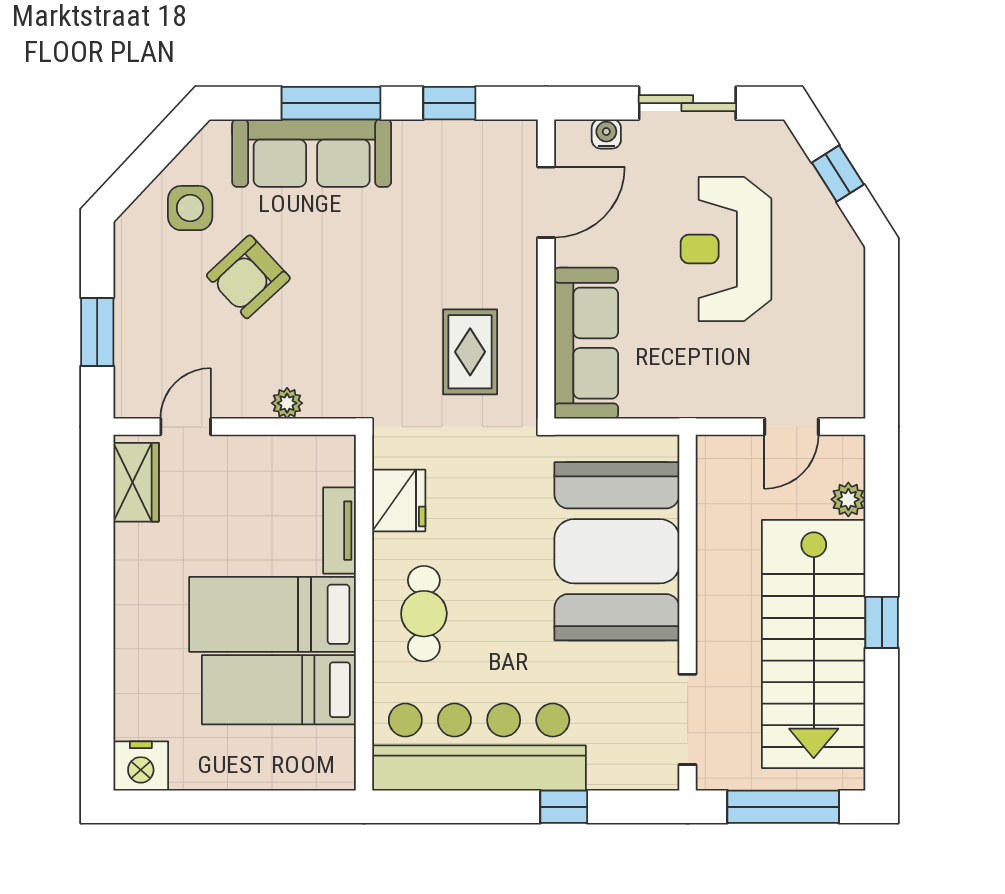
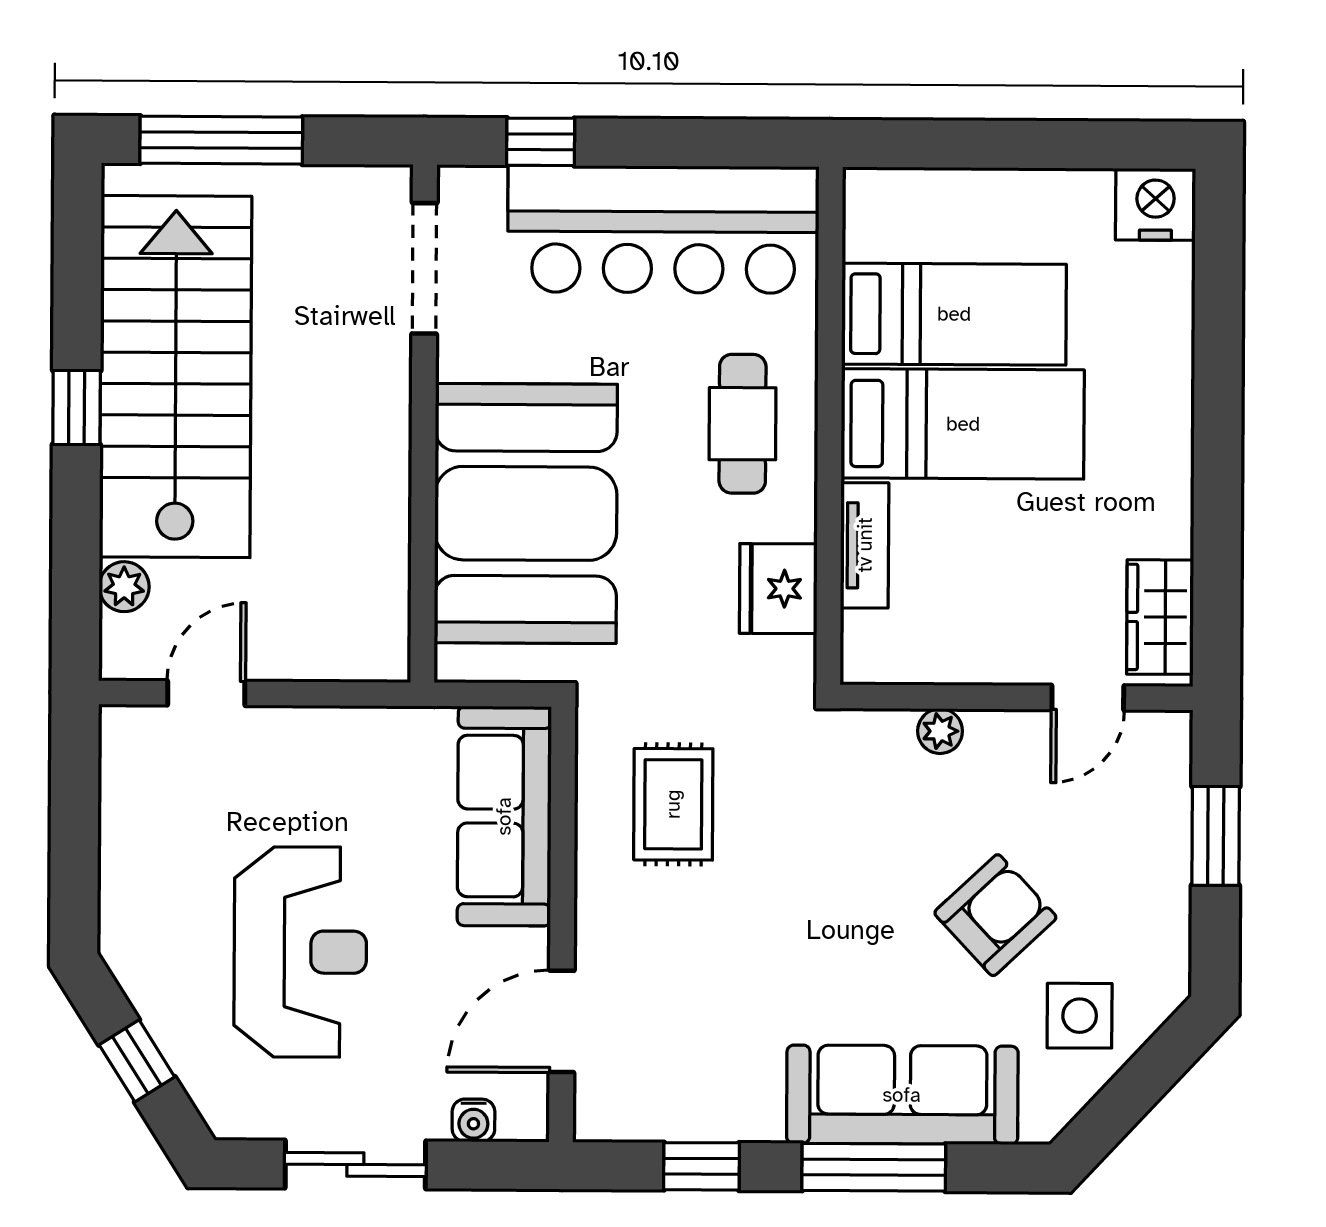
booth: (617, 551) -> (526, 513), moved
wall: (688, 613) -> (424, 424), moved
doorway: (688, 719) -> (424, 268), moved

